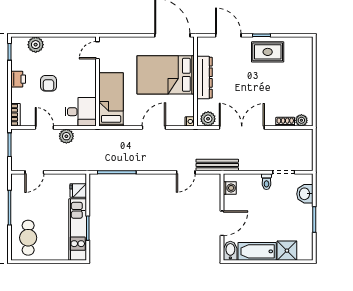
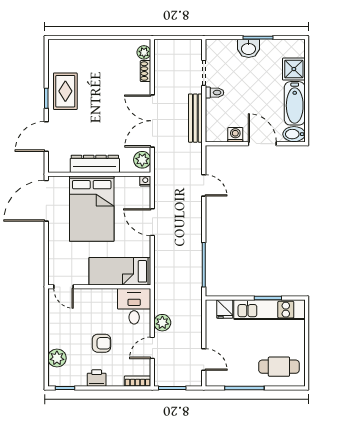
bench: (217, 165) -> (195, 118), moved
washing machine: (230, 188) -> (235, 135), moved
washbasin: (305, 194) -> (249, 48), moved

